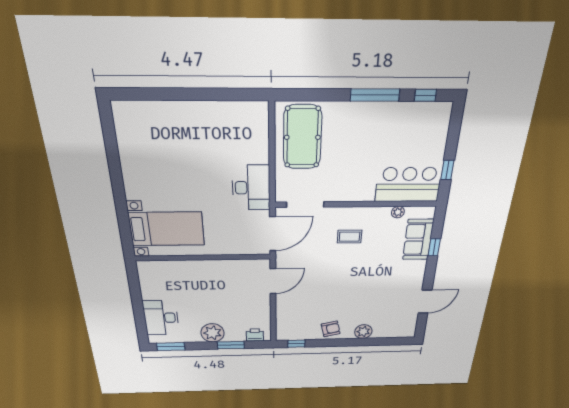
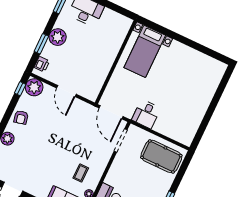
desk: (251, 188) -> (146, 114), width x0.73
coffee table: (349, 237) -> (81, 173), moved
door: (273, 281) -> (66, 91), moved
plant: (287, 331) -> (34, 87), added

